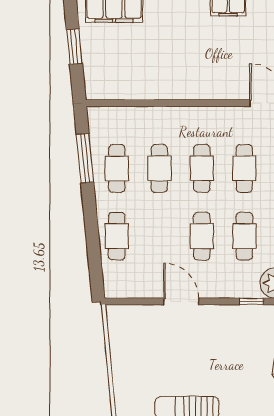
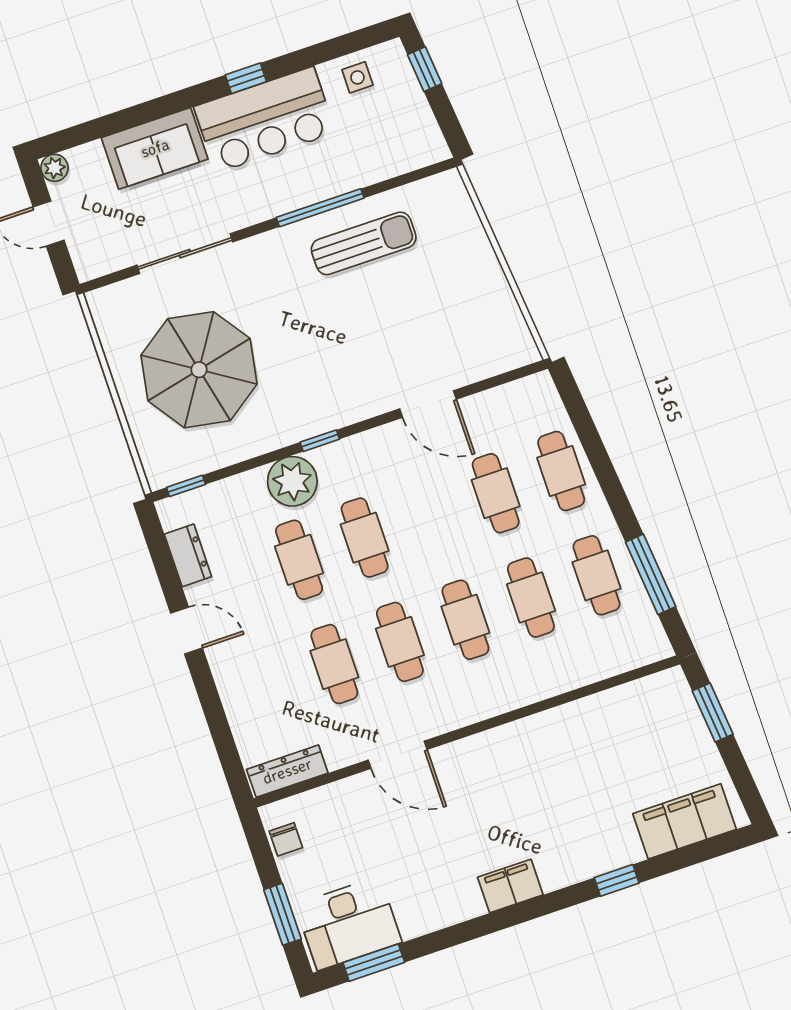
window: (74, 47) -> (713, 713), moved
cafe table: (202, 236) -> (496, 493), moved

